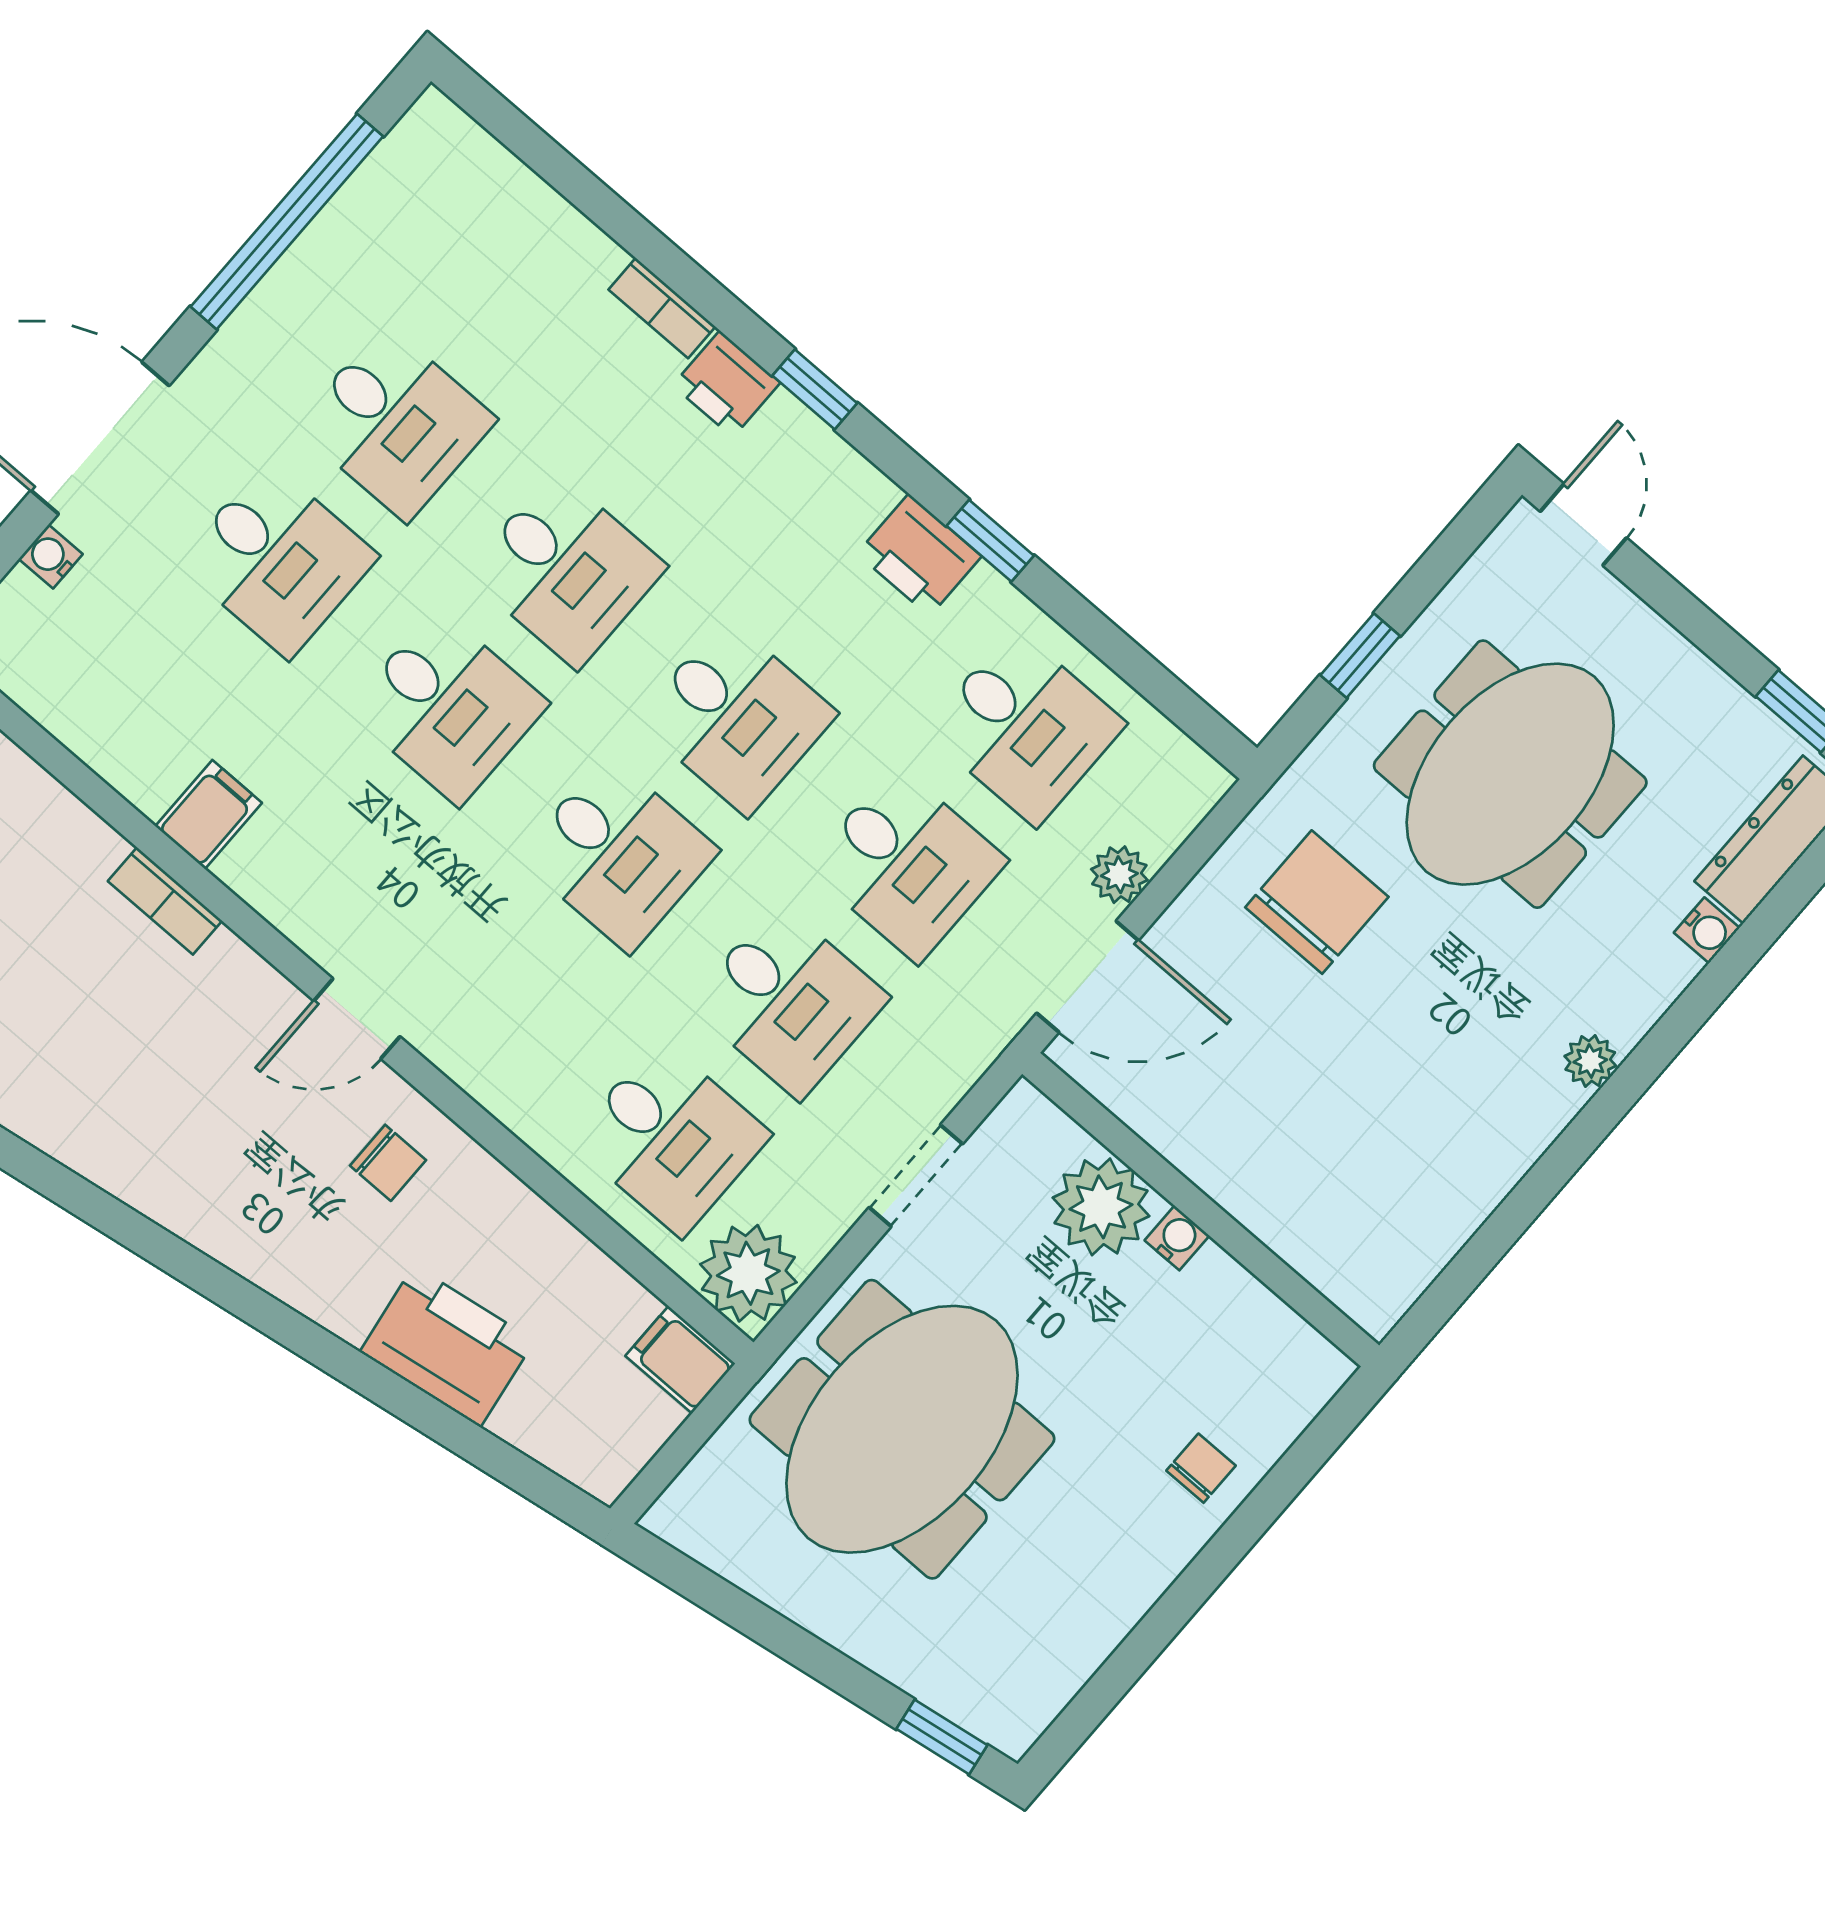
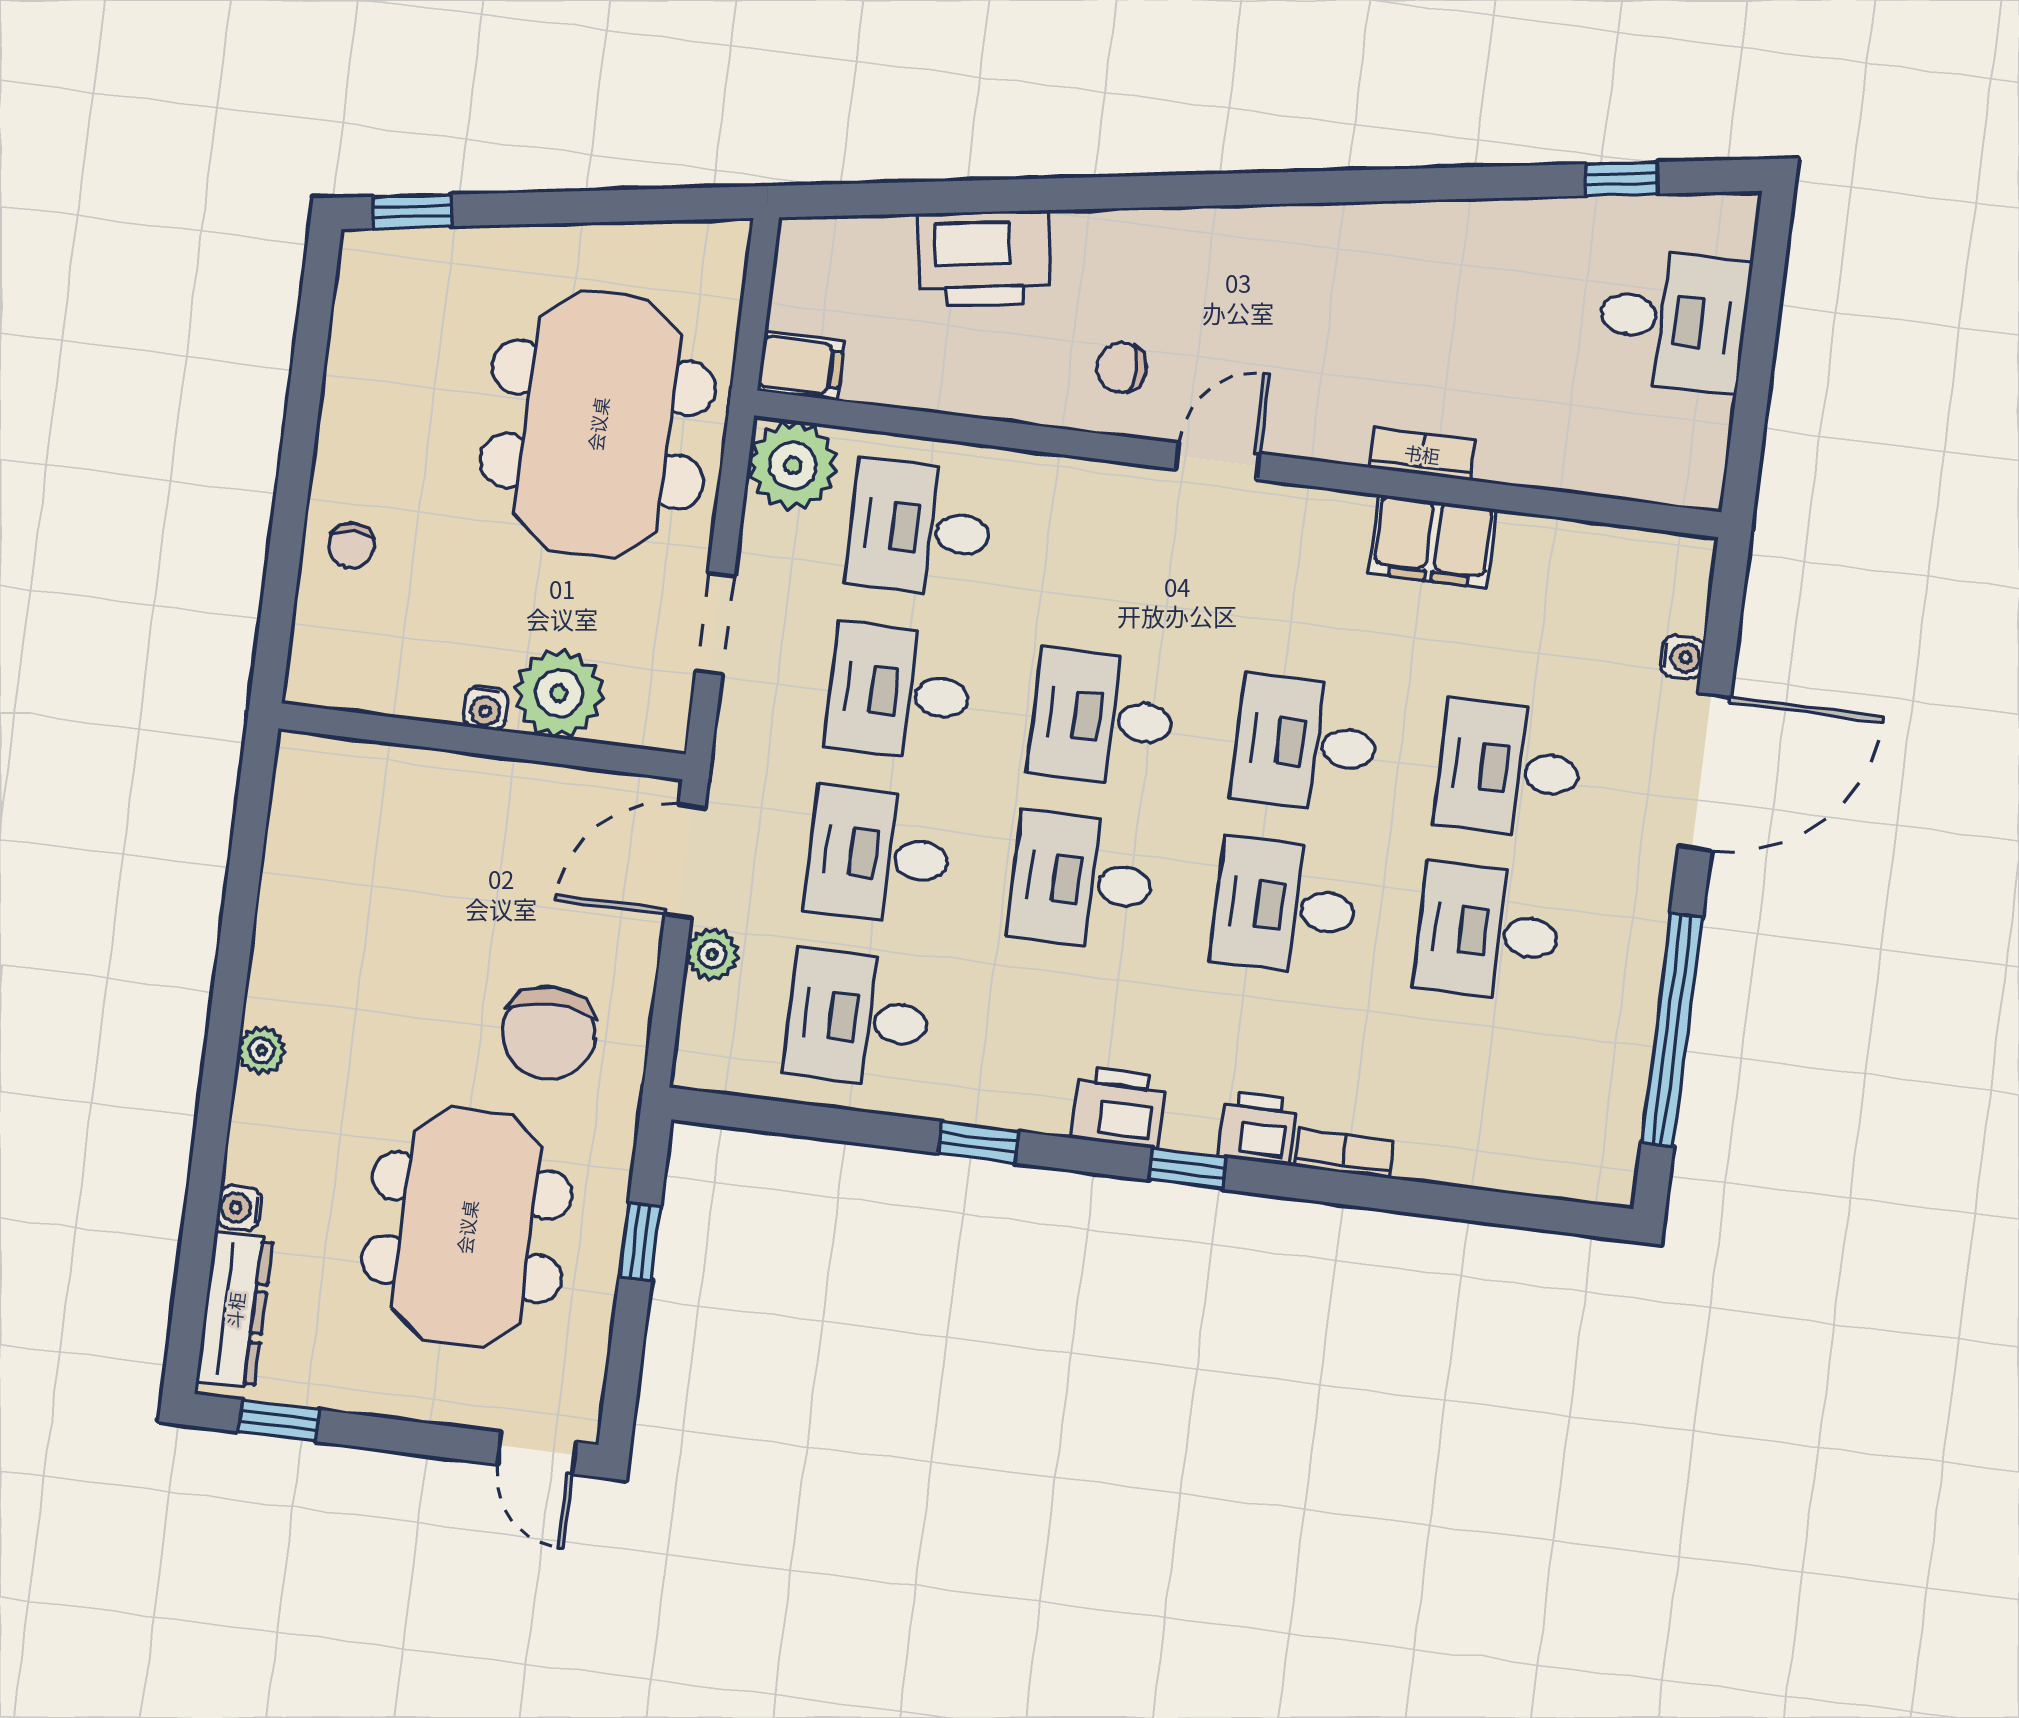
printer: (919, 555) -> (1119, 1108), moved
filing cabinet: (209, 814) -> (1433, 541), width x2.00

